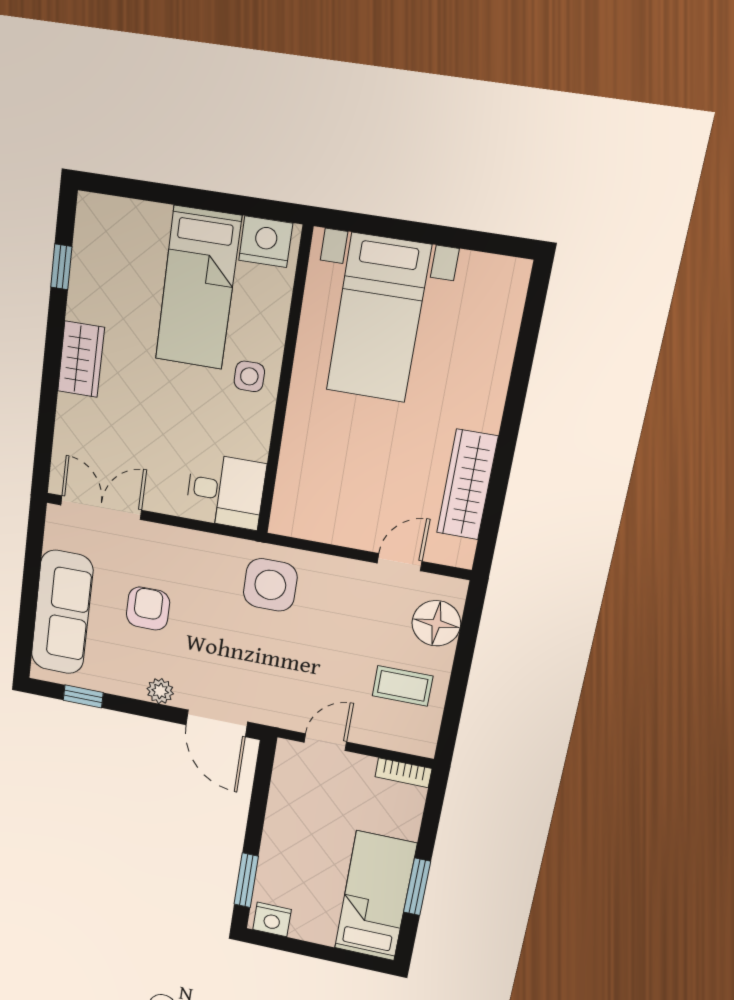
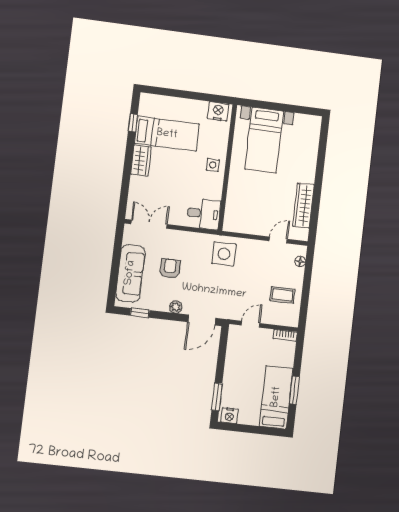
bed: (198, 288) -> (167, 134), moved, turned -90
floor lamp: (436, 623) -> (300, 261), width x0.53, depth x0.53
door: (217, 723) -> (202, 320), hinge flipped

